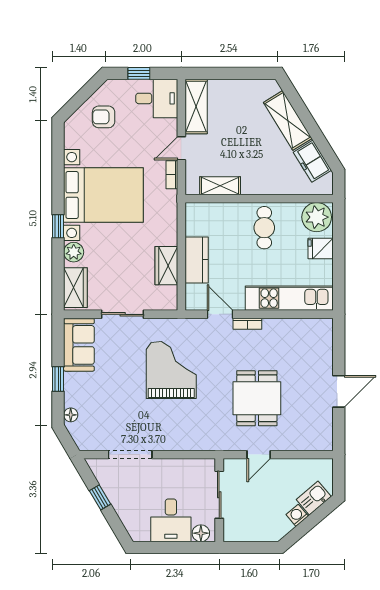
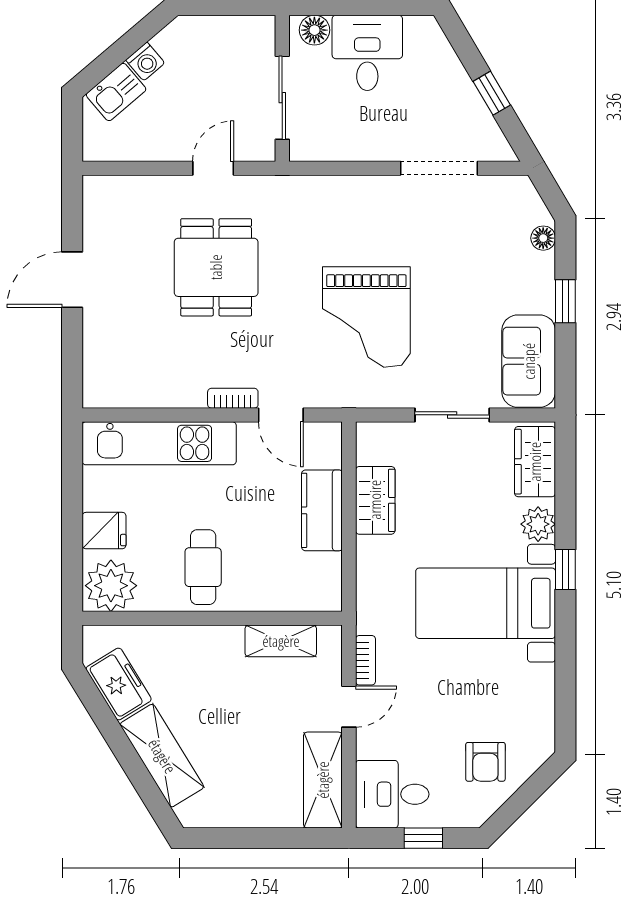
armchair: (104, 117) -> (485, 762), turned 90
bed with nightstands: (103, 195) -> (486, 603), width x0.73

